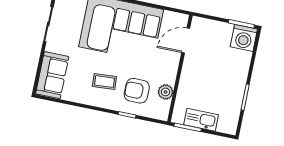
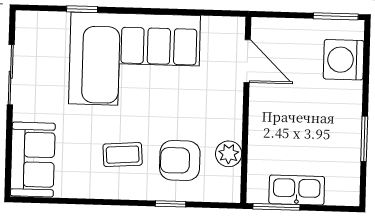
washing machine: (244, 38) -> (344, 60), moved, turned 90
door: (186, 41) -> (247, 61), swing flipped

